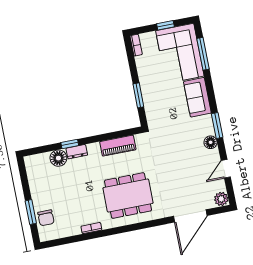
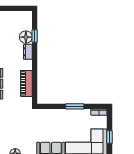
window: (138, 95) -> (75, 106), moved
window: (70, 144) -> (35, 36), moved

